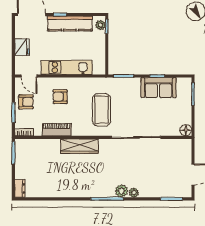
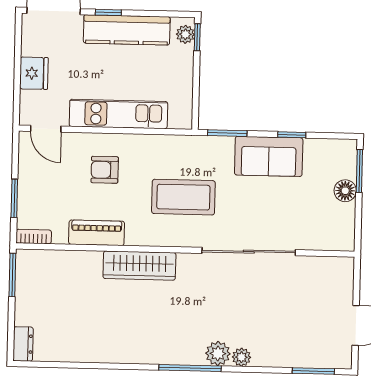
sofa: (159, 88) -> (269, 156), moved
armchair: (26, 102) -> (39, 178), removed
coffee table: (102, 110) -> (183, 197), turned 90
floor lamp: (186, 130) -> (345, 191), moved

